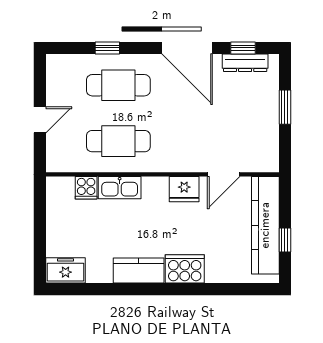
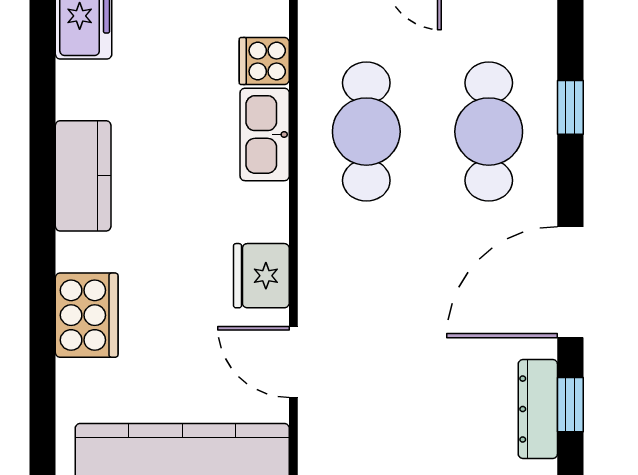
cooker: (185, 269) -> (87, 315), moved

